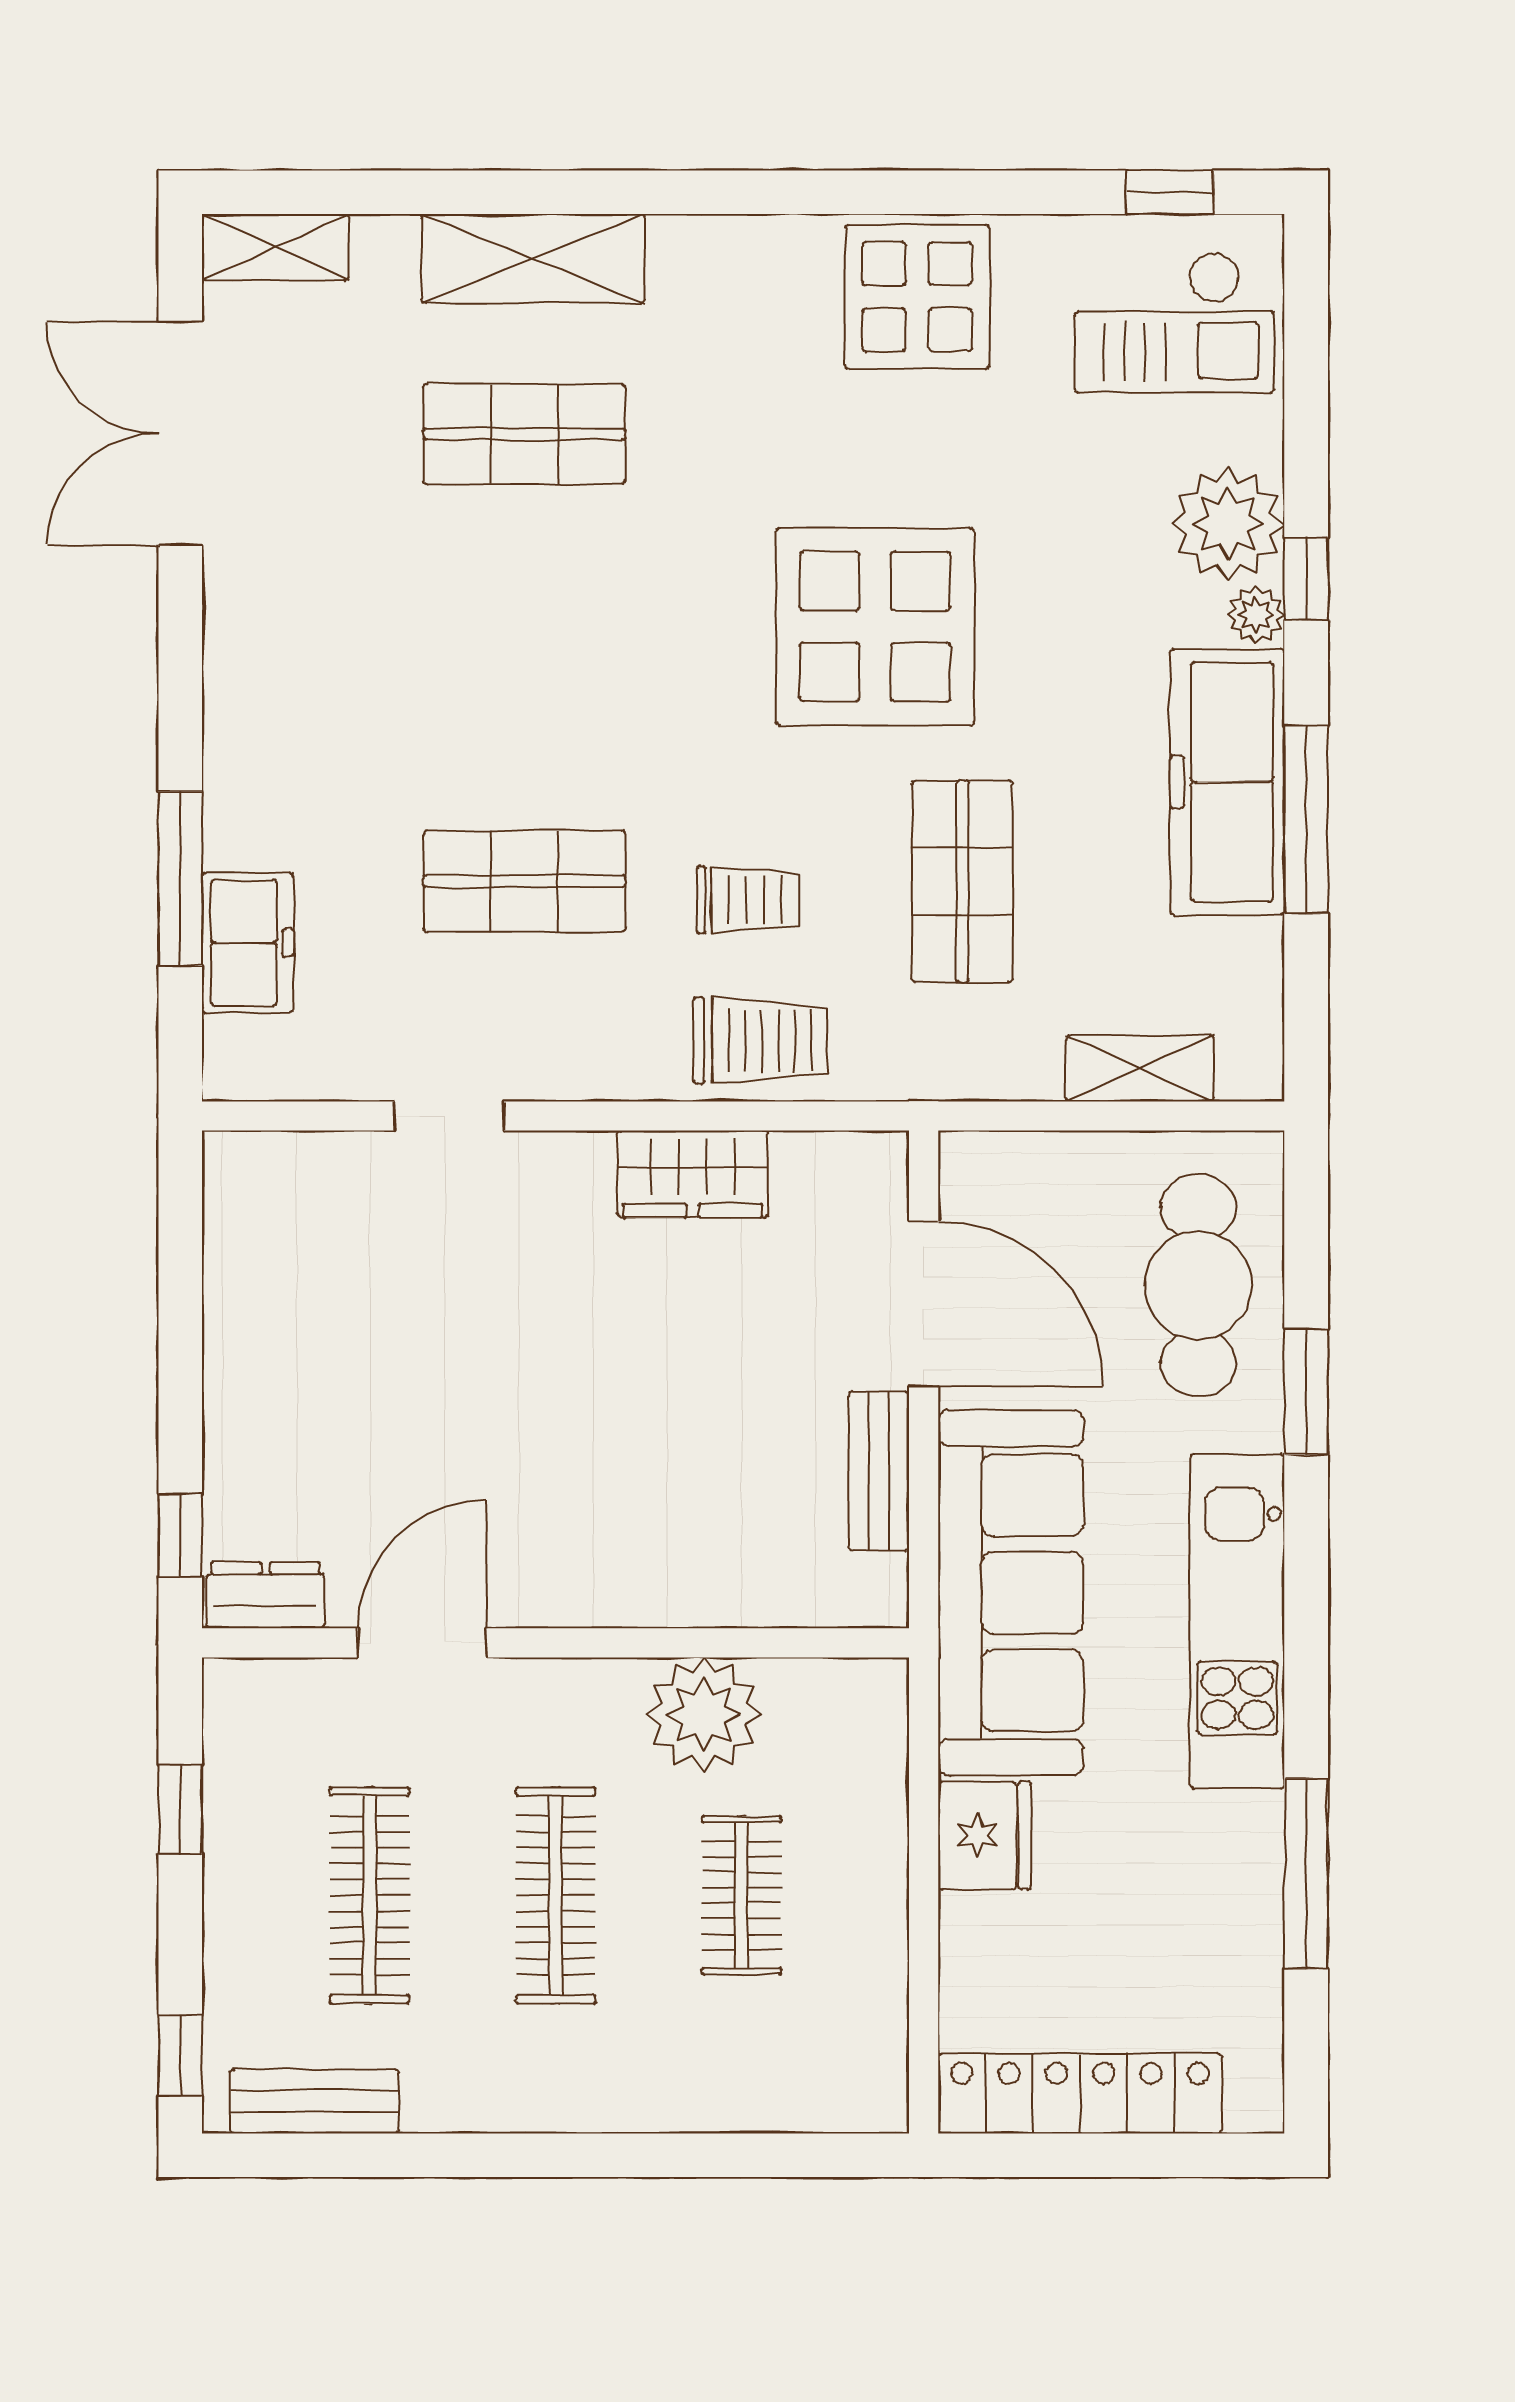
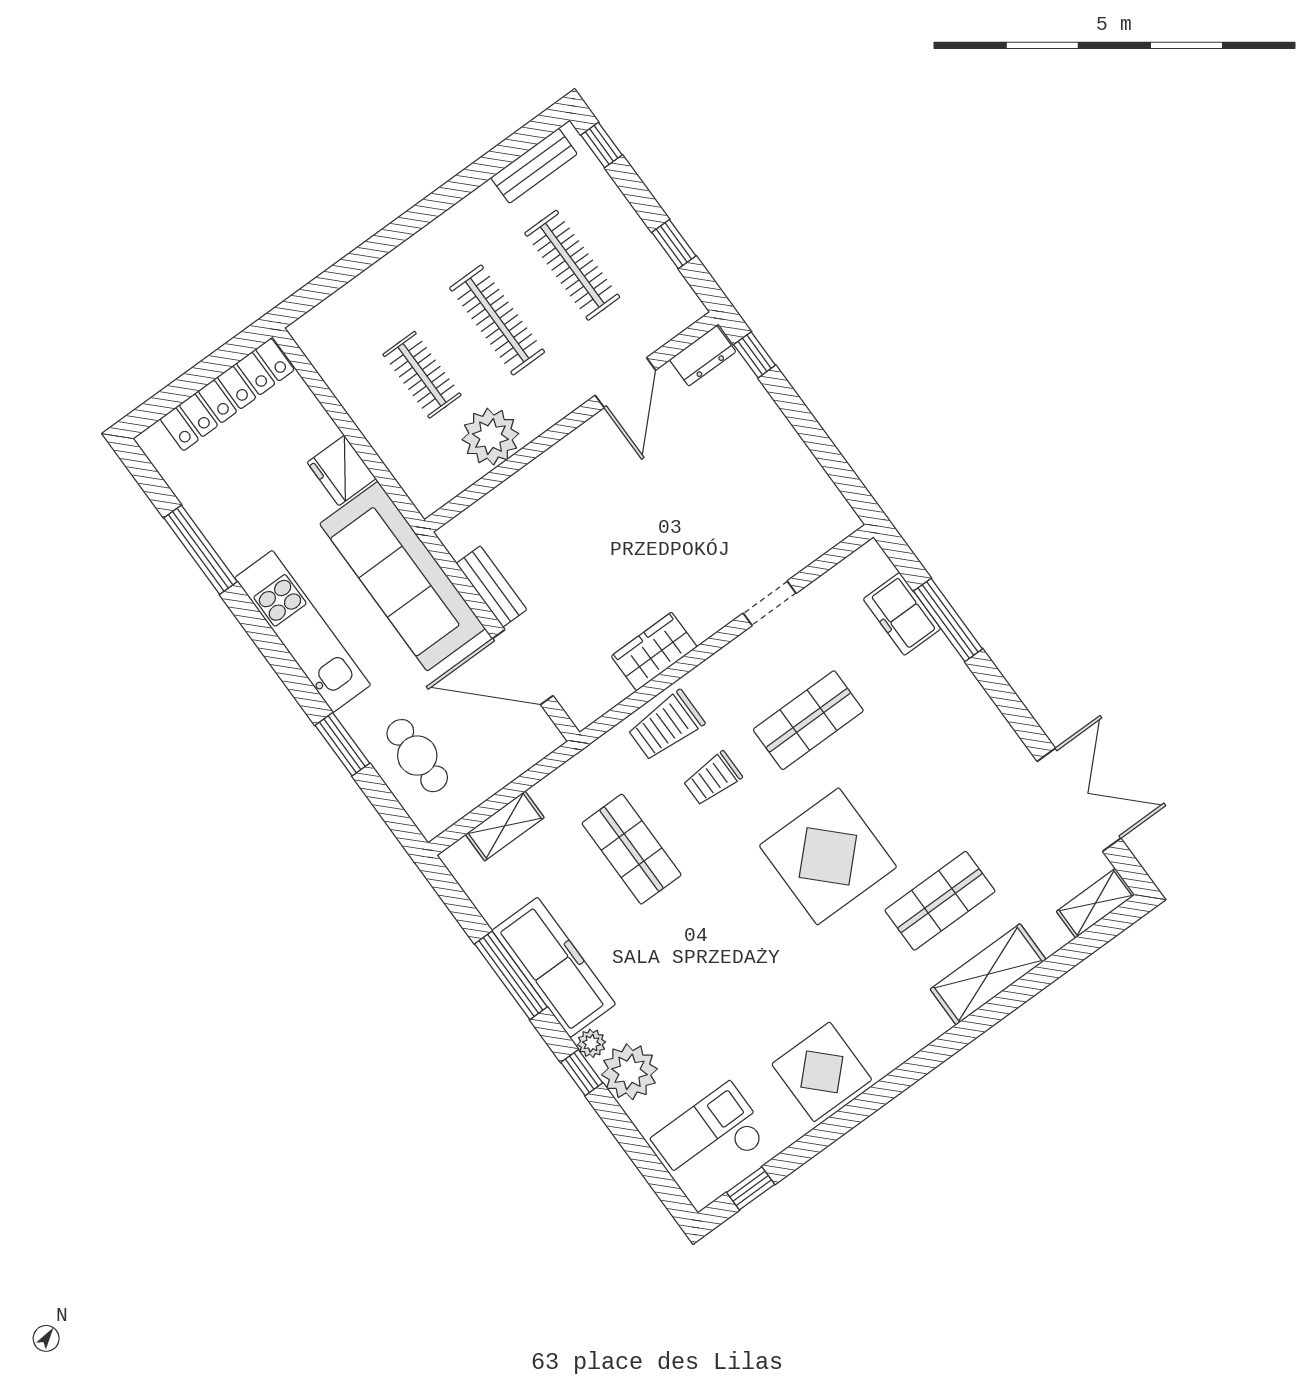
display table: (875, 627) -> (828, 856), moved
cafe table: (1198, 1285) -> (417, 756), width x0.73, depth x0.74

